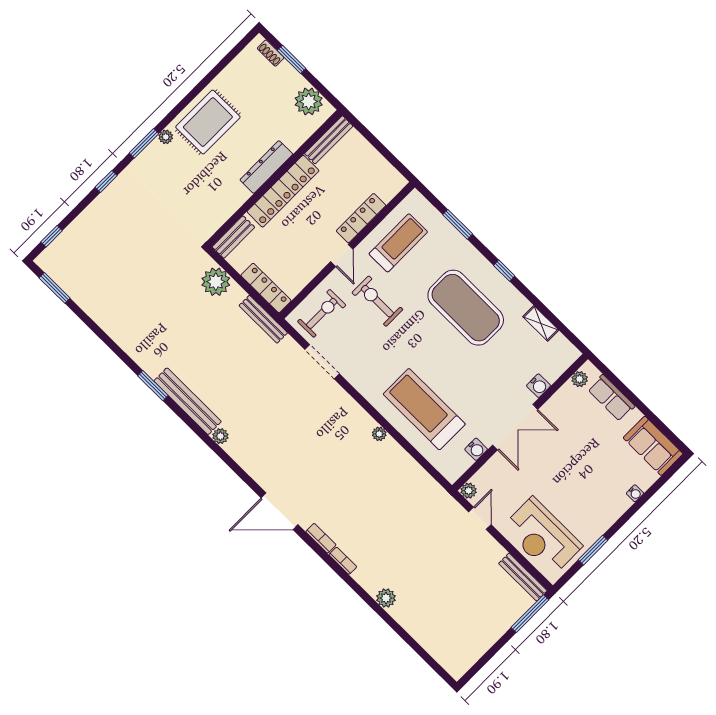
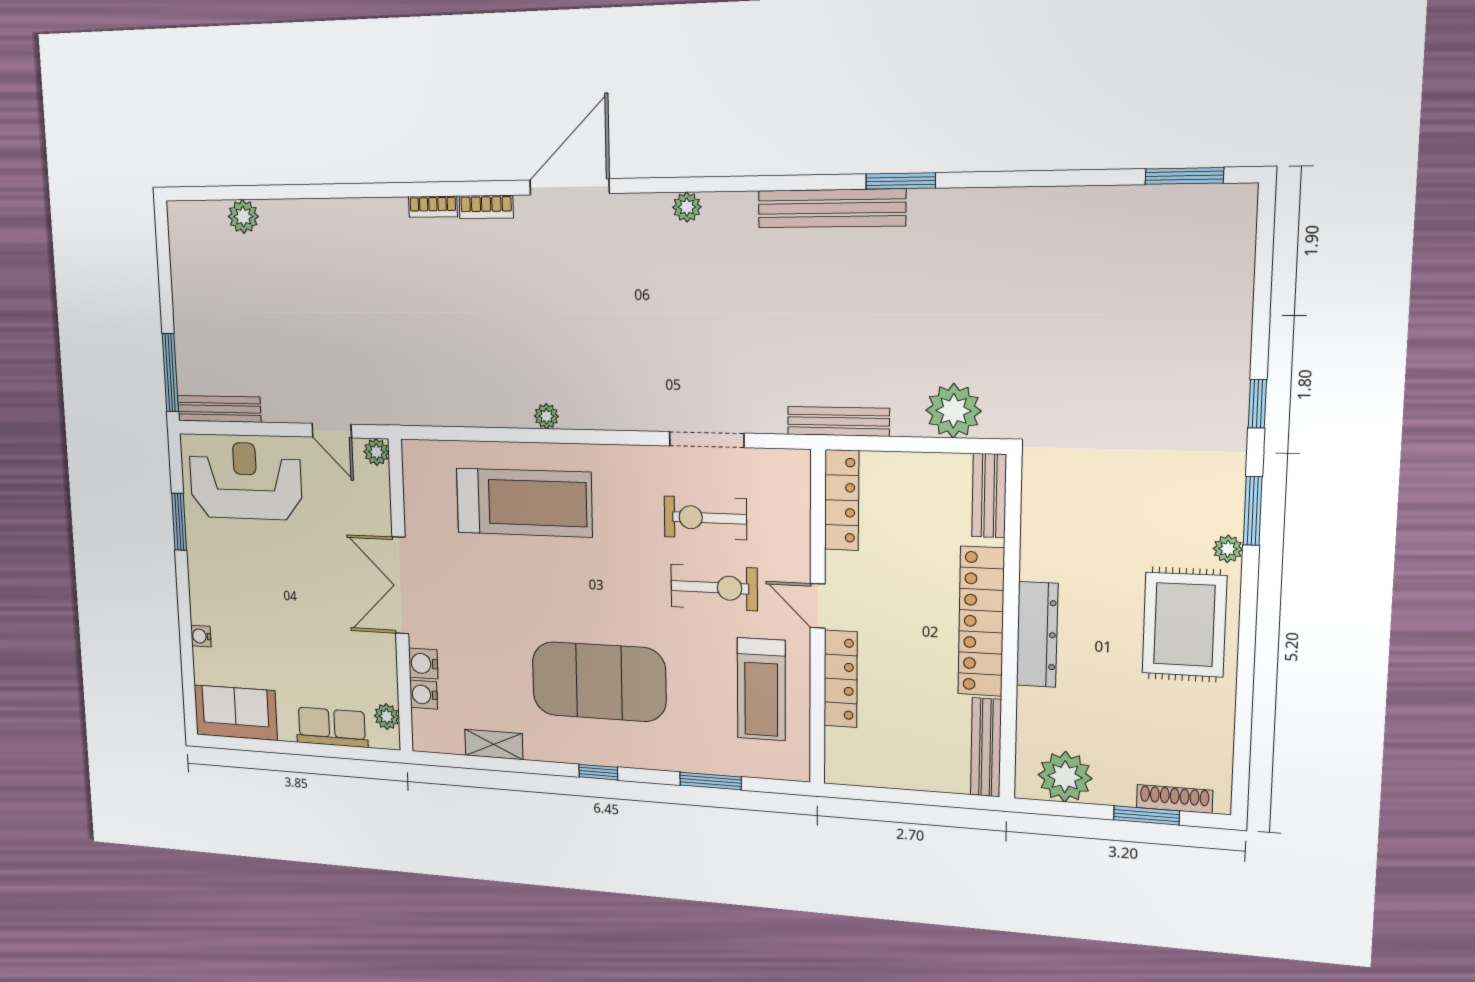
shoe rack: (271, 53) -> (1175, 799), width x1.43
window: (52, 236) -> (1264, 246), removed
locker: (266, 288) -> (842, 500), moved, turned -90
exercise bike: (322, 313) -> (705, 518), moved, turned 90
plant: (220, 436) -> (687, 207), moved
water cooler: (476, 449) -> (424, 695), moved
plant: (386, 598) -> (243, 216), moved

